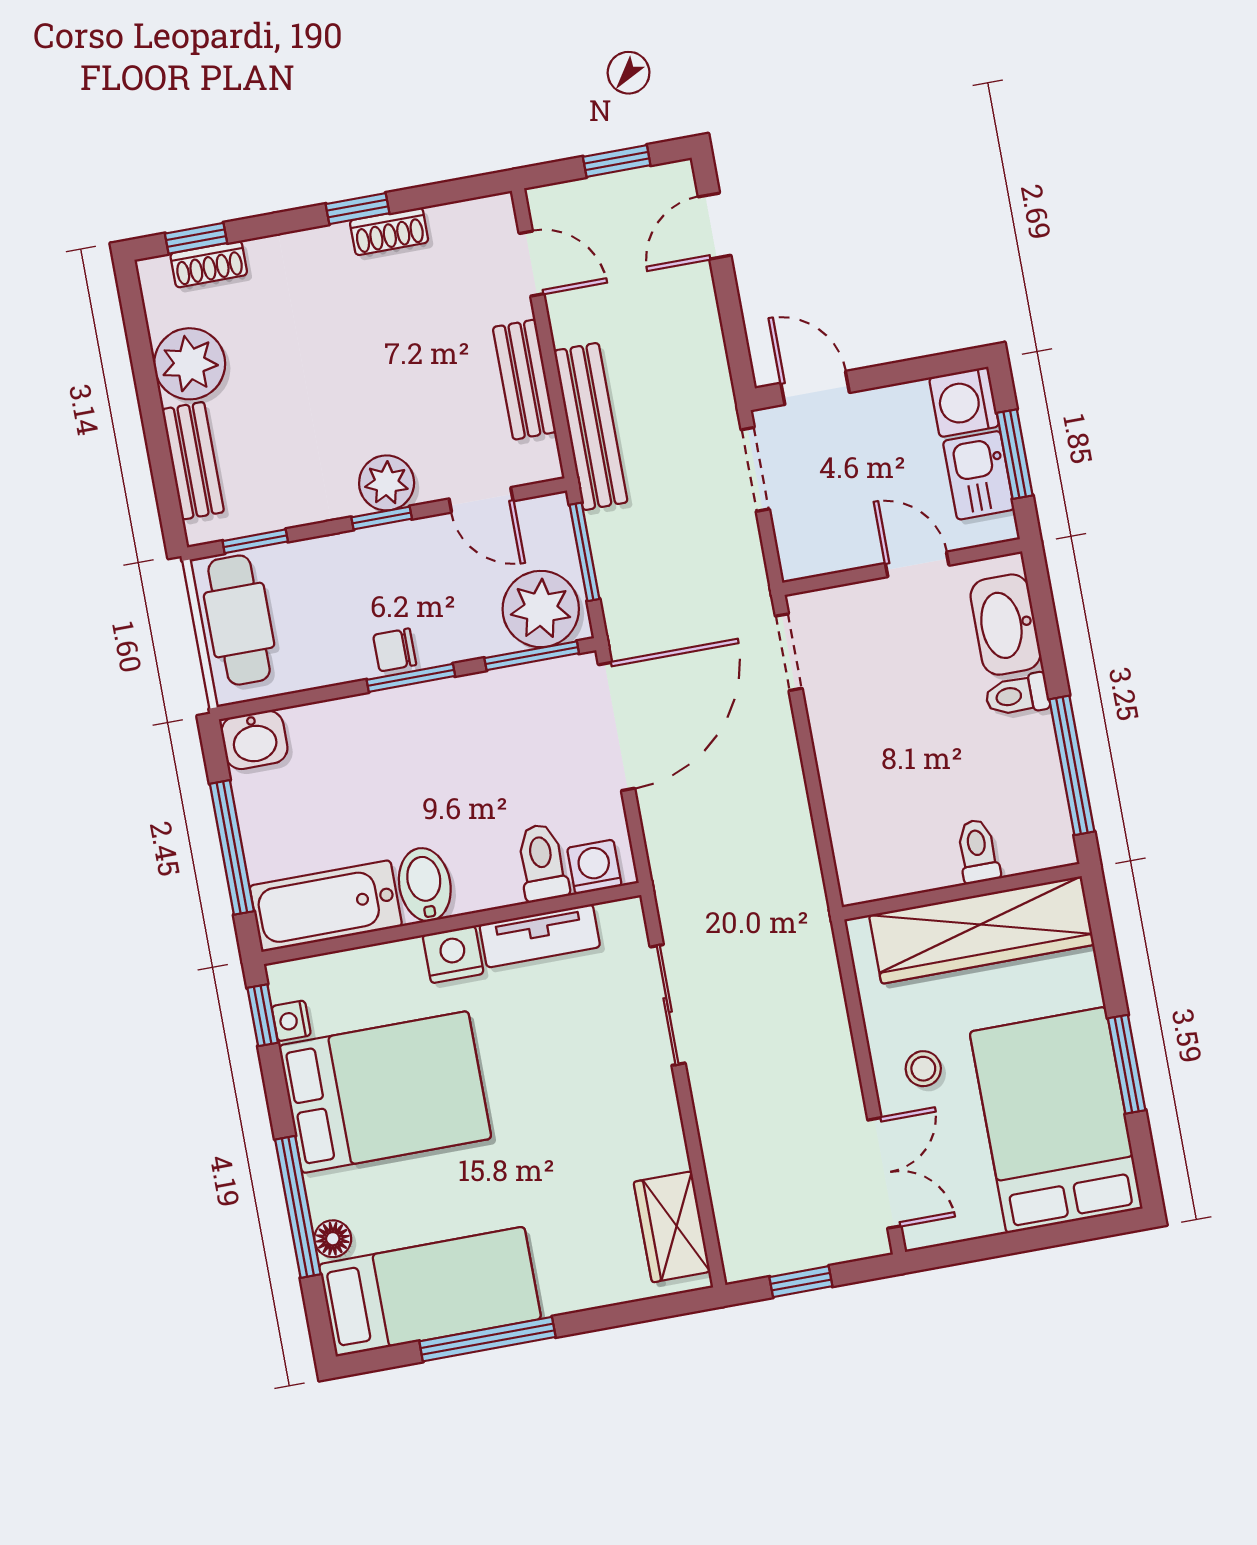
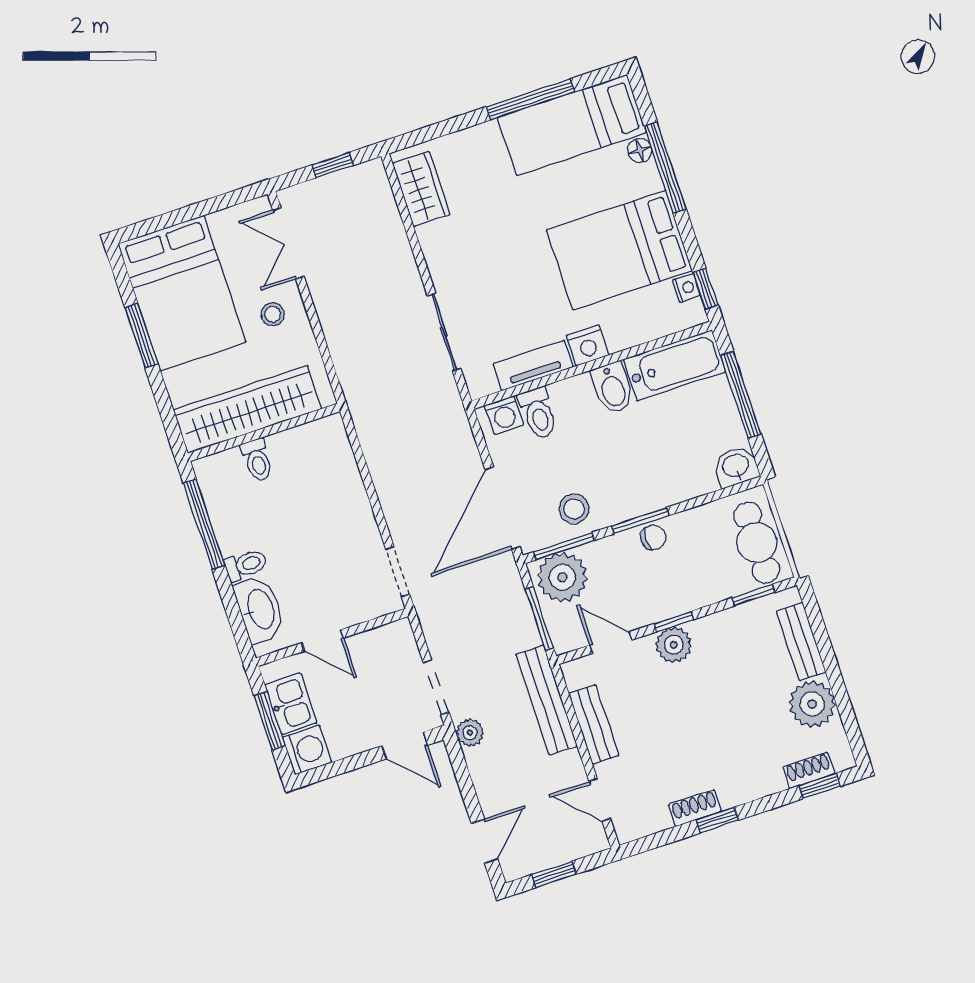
plant: (714, 393) -> (470, 733), added
stool: (509, 710) -> (574, 509), added

